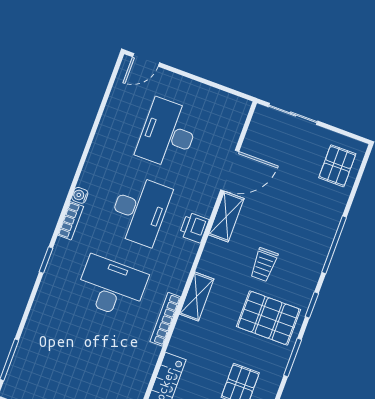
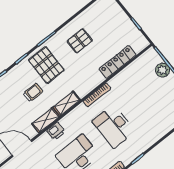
shelving: (226, 217) -> (46, 120), moved
shelving: (197, 297) -> (67, 103), moved

